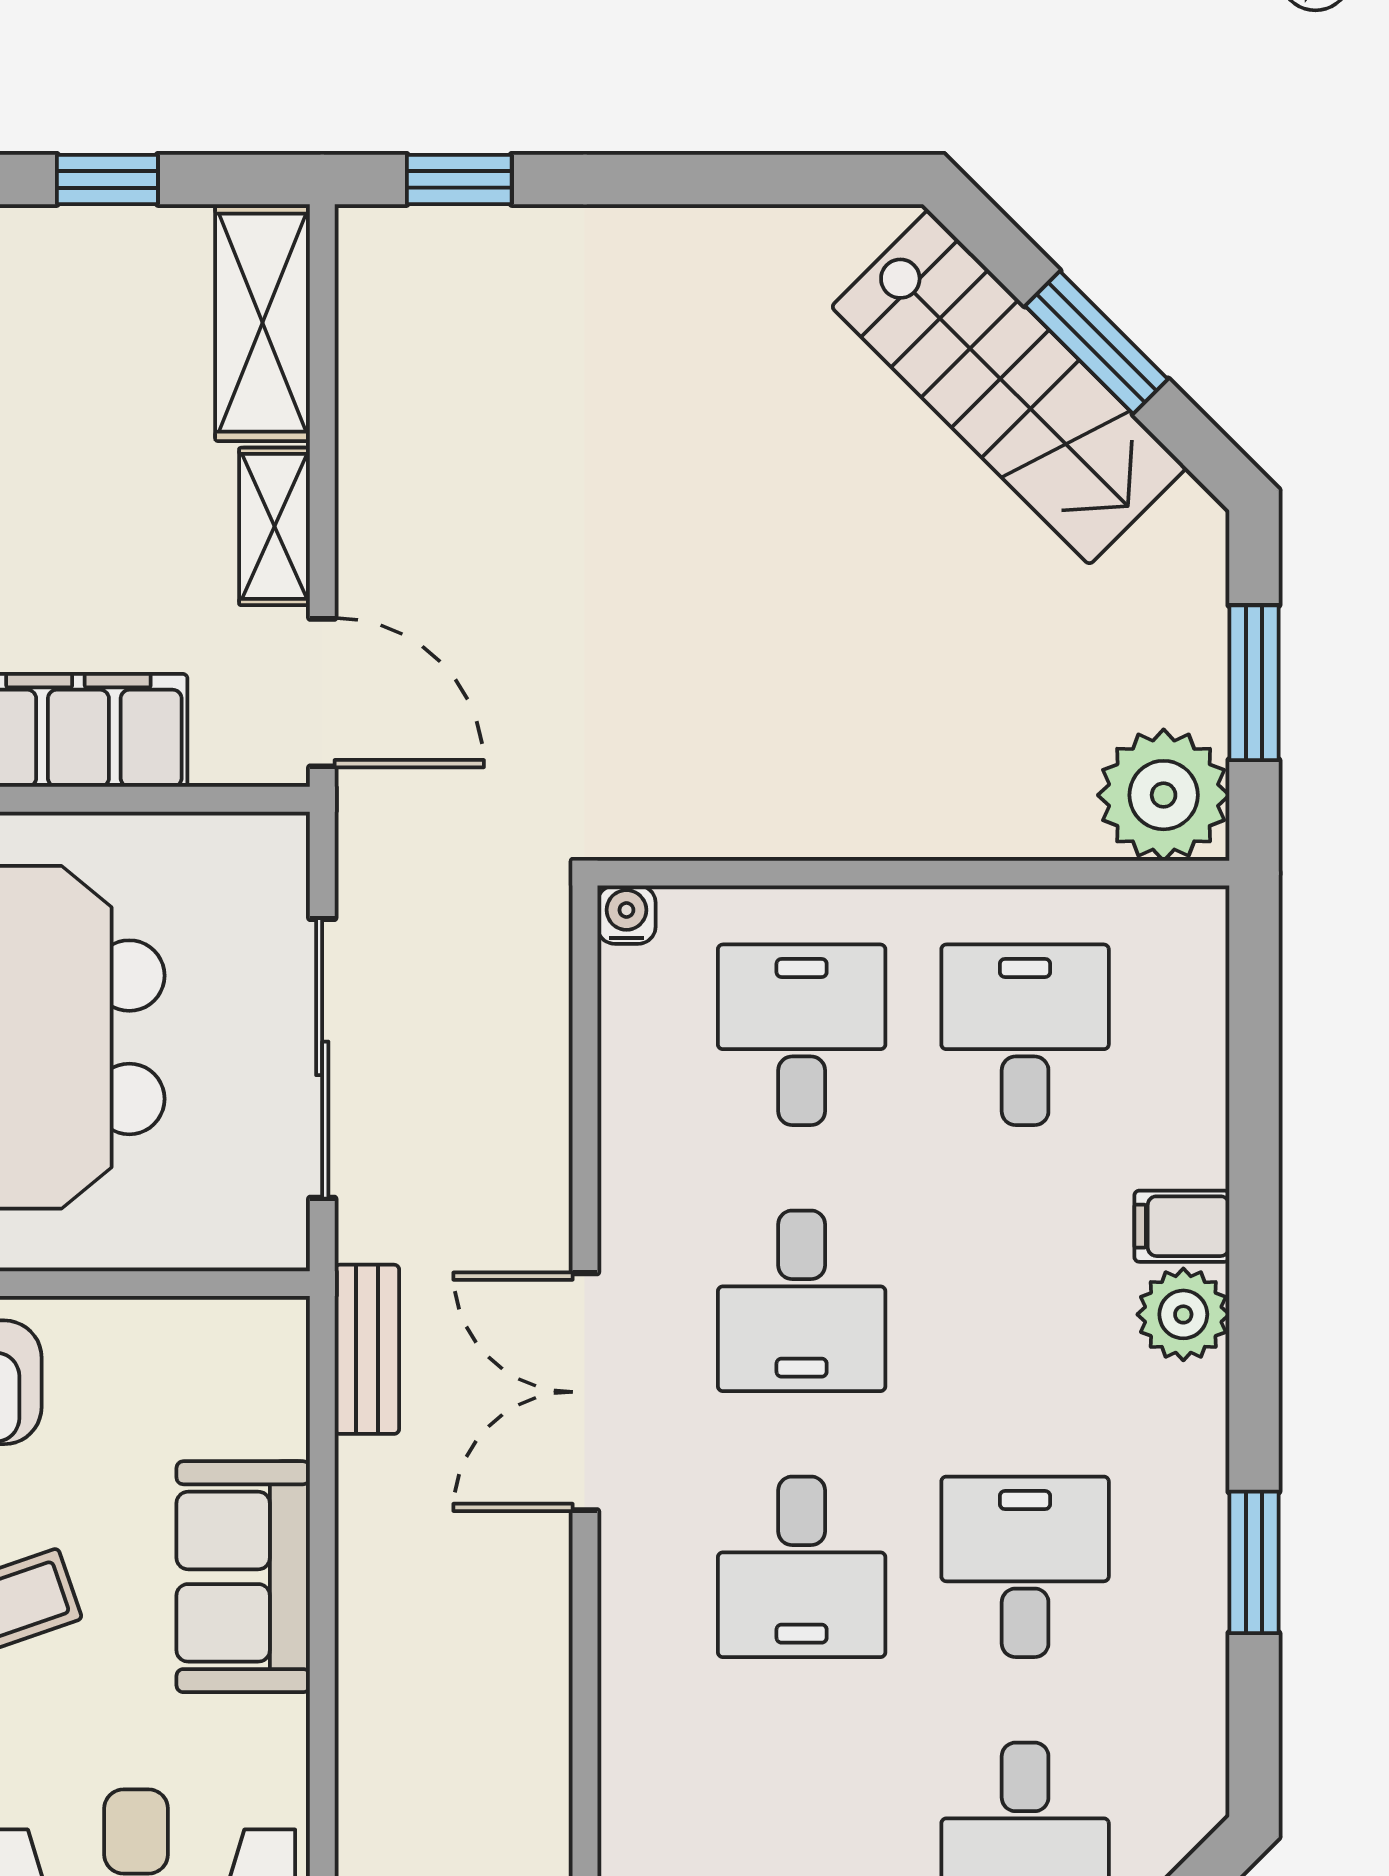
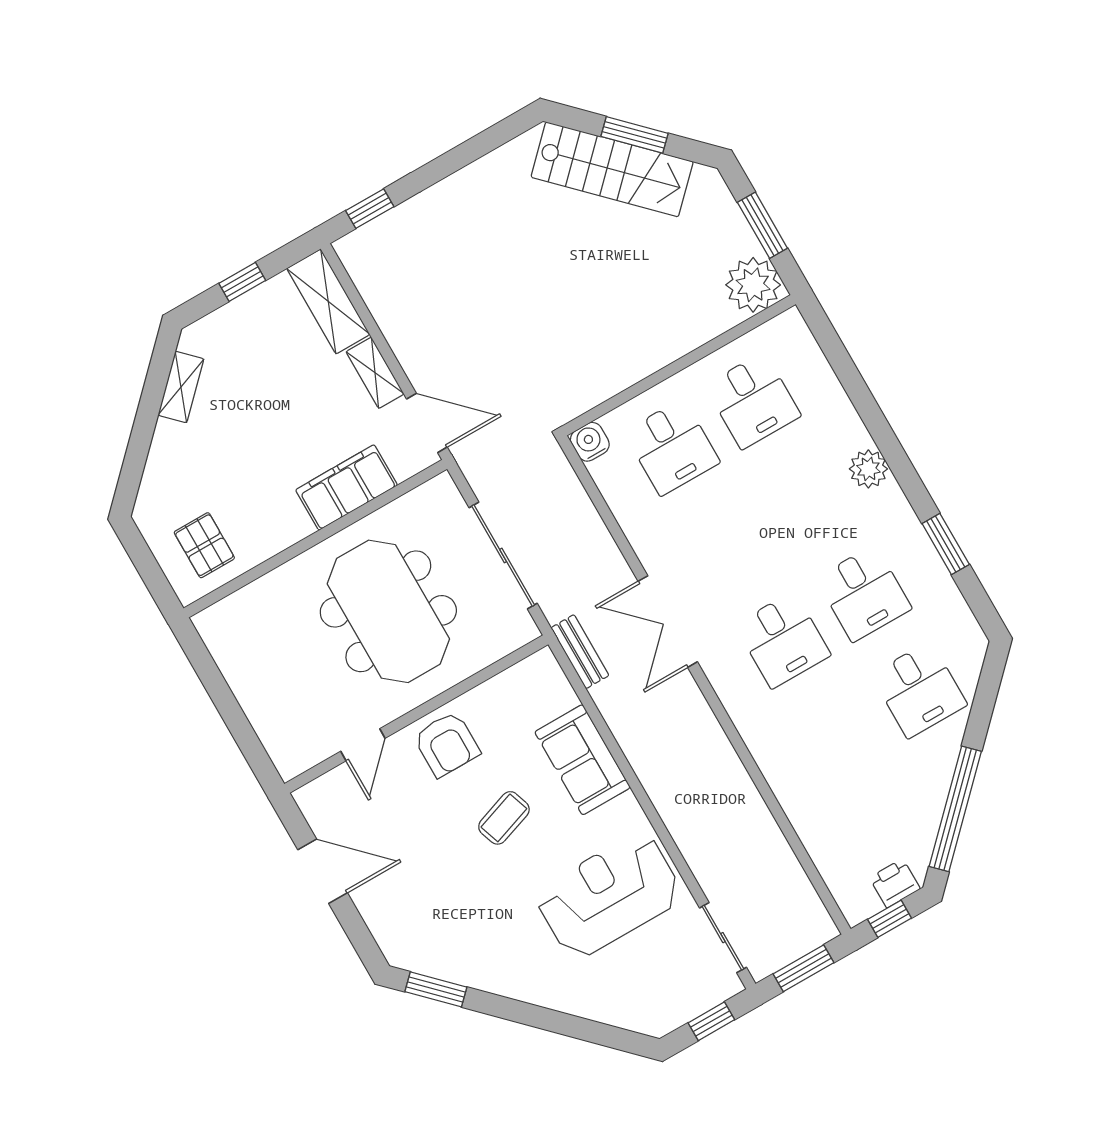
water cooler: (626, 915) -> (590, 442), width x1.38, depth x1.38
desk: (802, 1035) -> (672, 447), turned 180
desk: (1025, 1035) -> (753, 401), turned 180
filing cabinet: (1182, 1226) -> (850, 437), removed
desk: (802, 1301) -> (727, 543), removed
desk: (1025, 1567) -> (864, 593), turned 180

